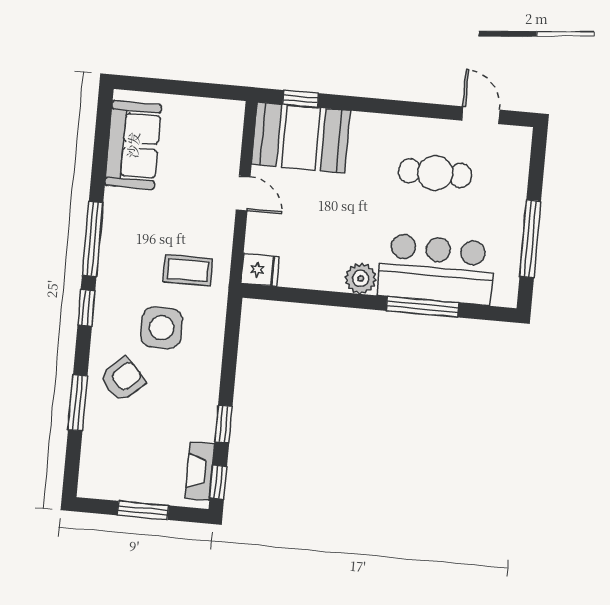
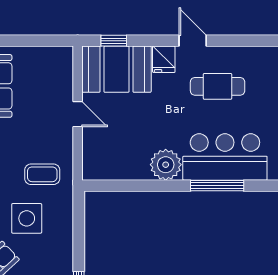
door: (481, 115) -> (193, 41), moved
fridge: (260, 270) -> (164, 59), moved, turned 90
plant: (361, 279) -> (166, 165), width x1.36, depth x1.36

